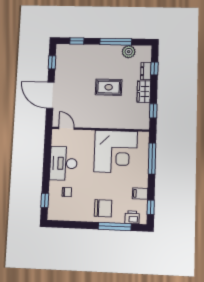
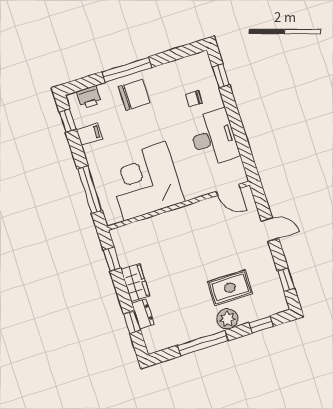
plant: (129, 52) -> (227, 319), moved
rug: (109, 87) -> (230, 288), moved
door: (50, 95) -> (270, 230), width x0.53
chair: (103, 208) -> (134, 95), turned 180
window: (115, 227) -> (127, 70), moved

